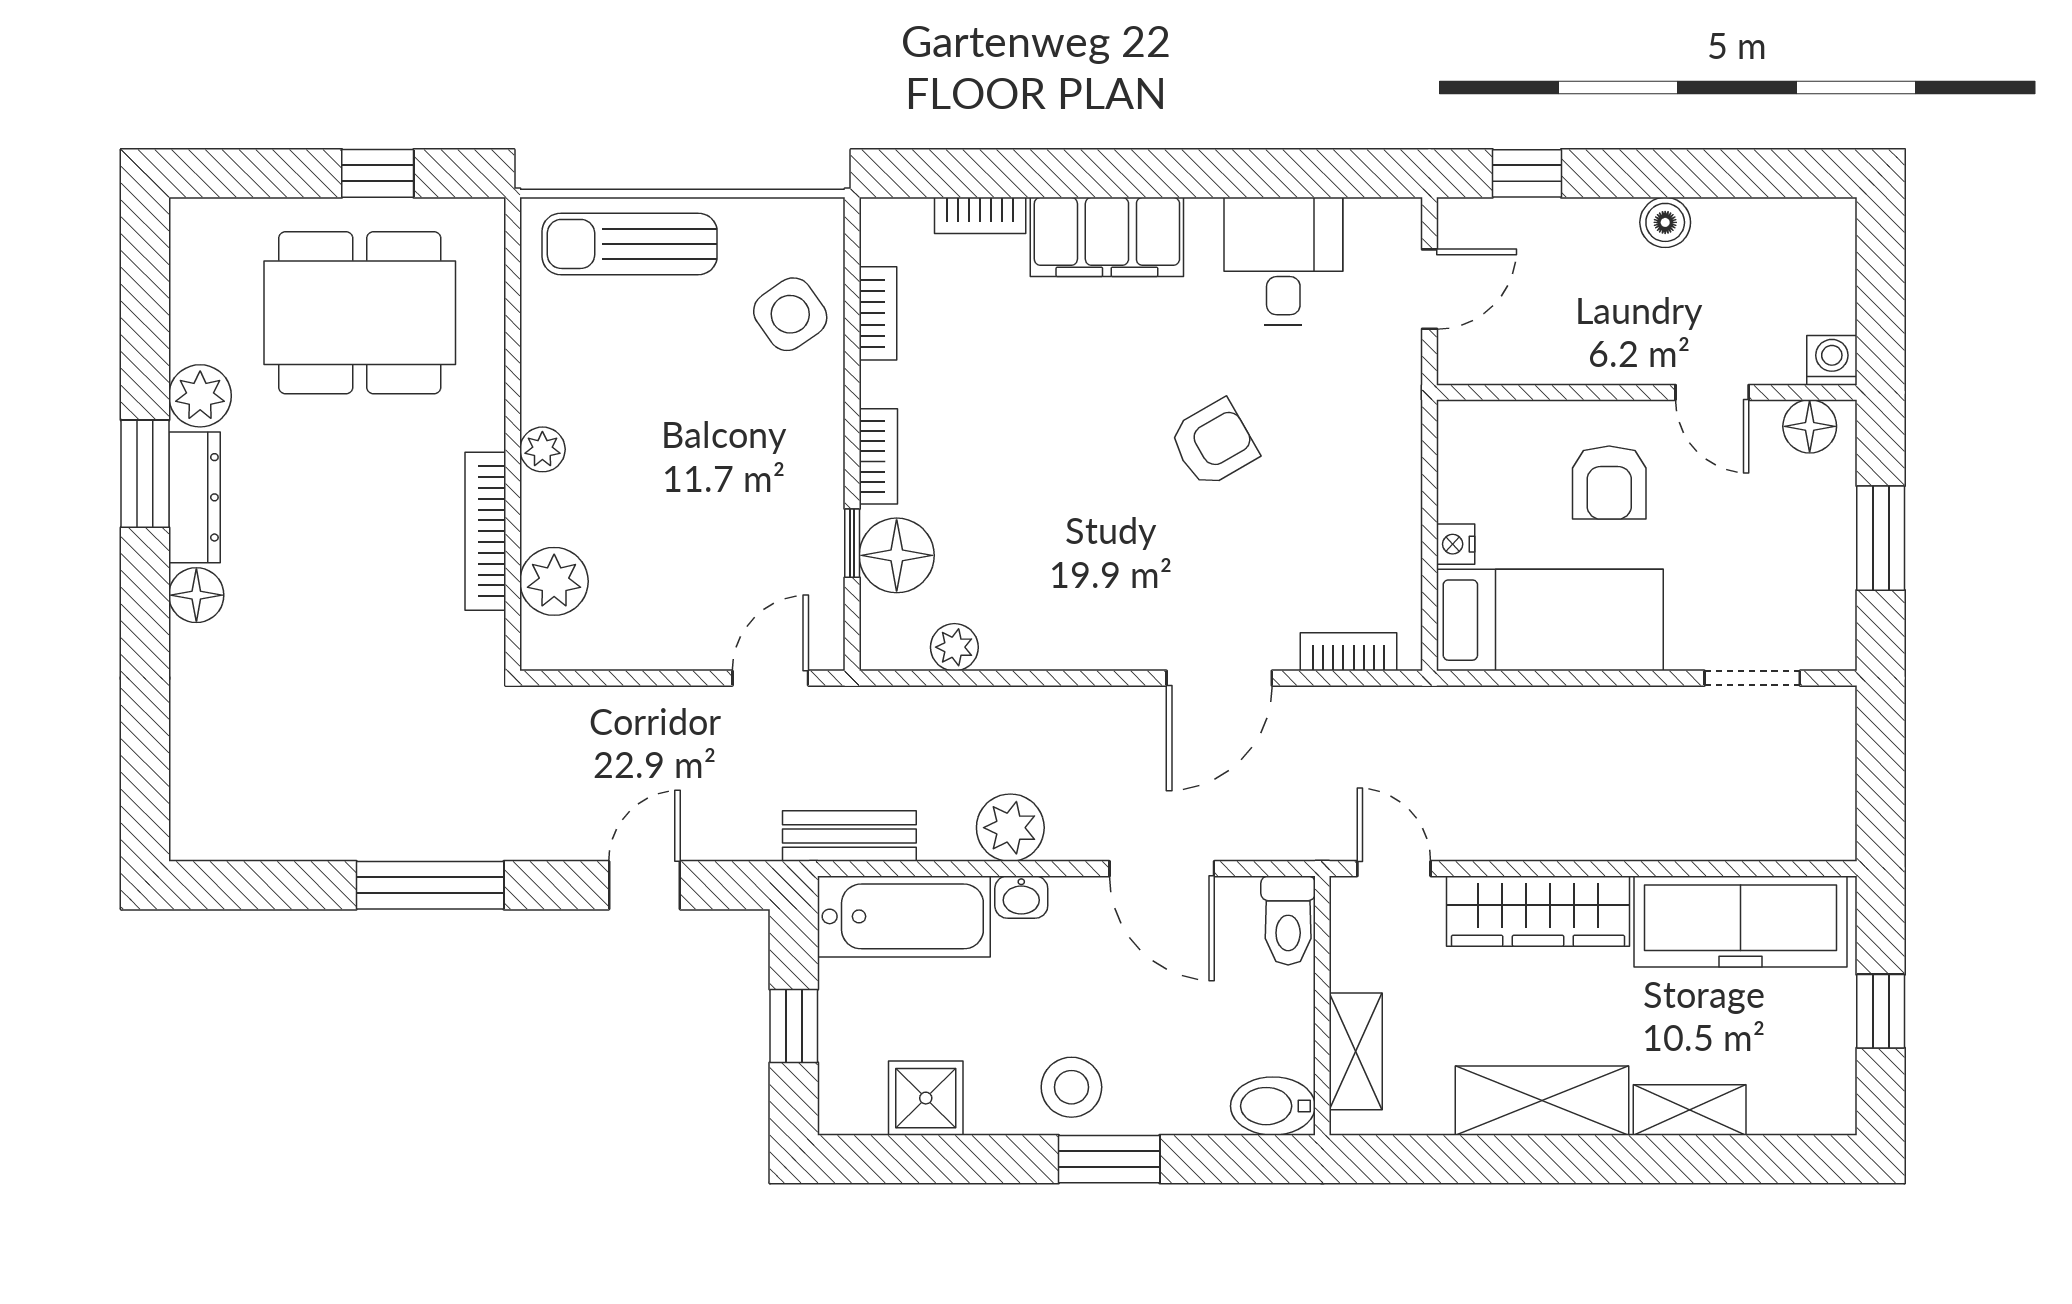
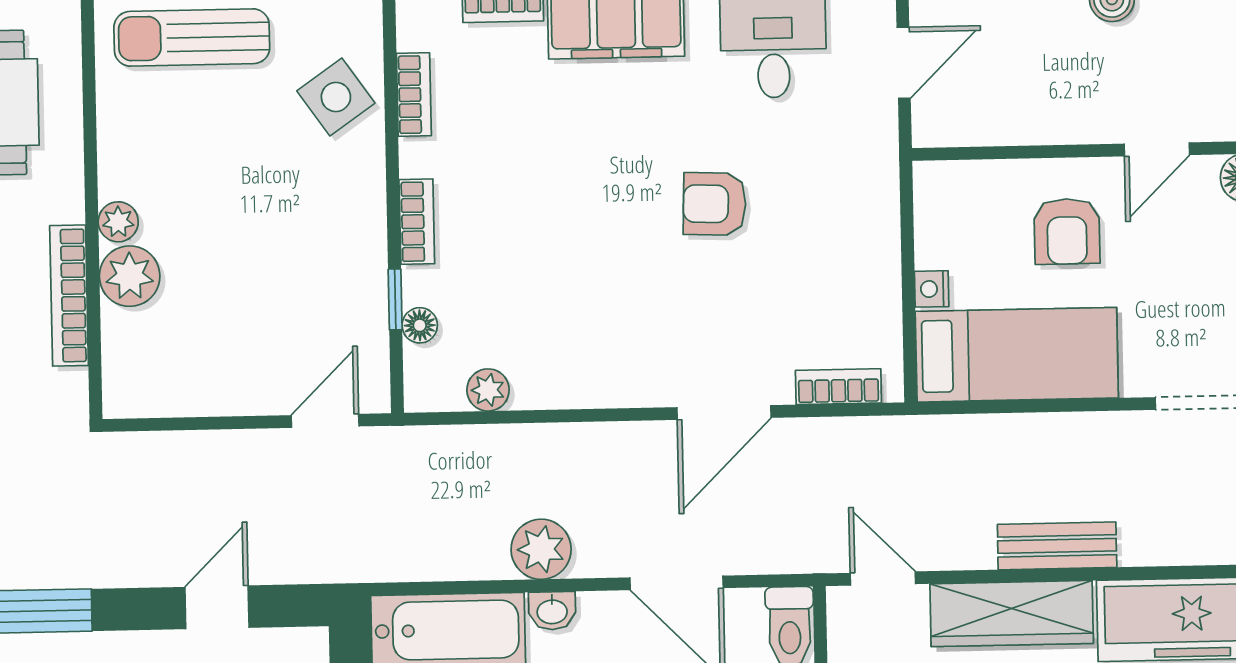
door: (1712, 392) -> (1157, 149), hinge flipped
armchair: (1213, 443) -> (715, 204), turned -148
floor lamp: (897, 555) -> (420, 325), width x0.53, depth x0.53
plant: (554, 581) -> (130, 276), moved
bench: (849, 836) -> (1057, 546), moved

